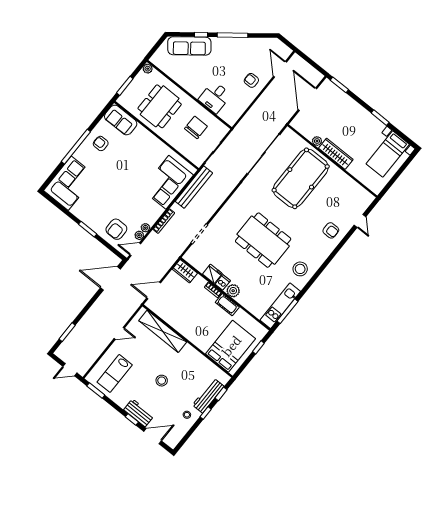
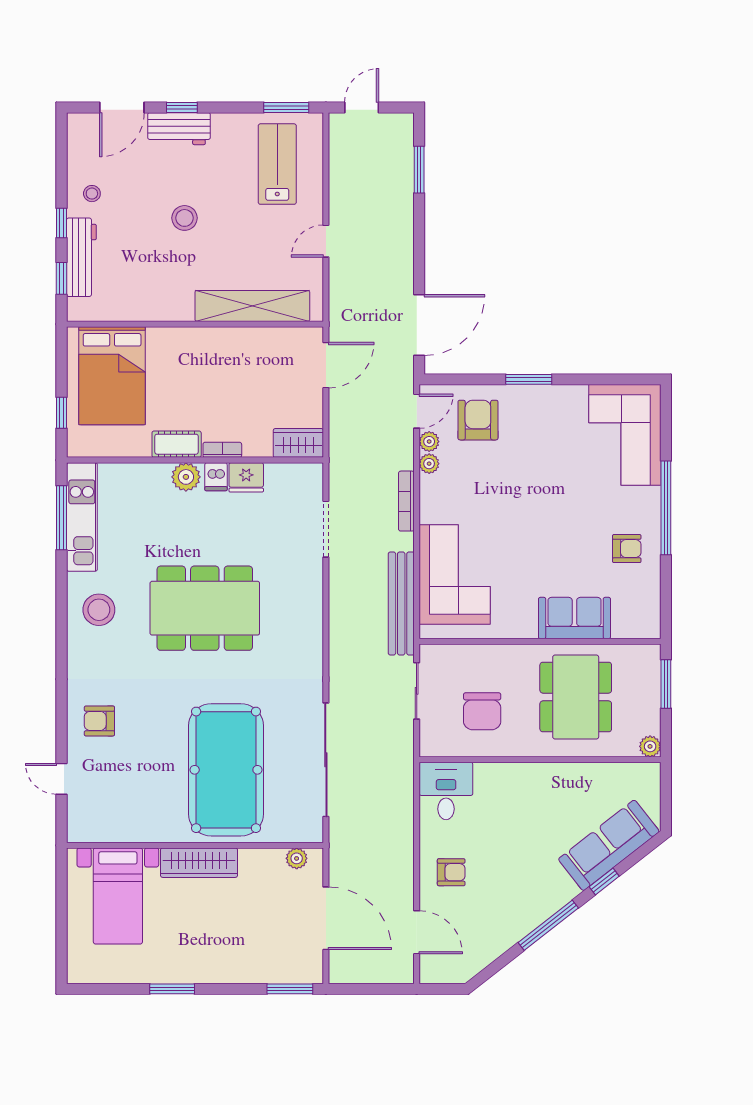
desk: (215, 97) -> (446, 791), moved
sofa: (121, 120) -> (574, 618), moved
plant: (317, 141) -> (297, 858), moved
bed with nightstands: (388, 154) -> (118, 896), moved, turned 180

